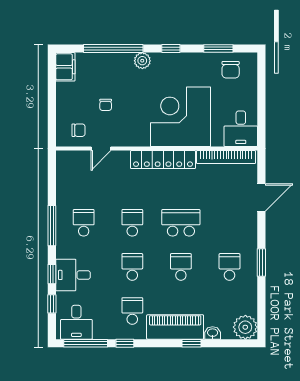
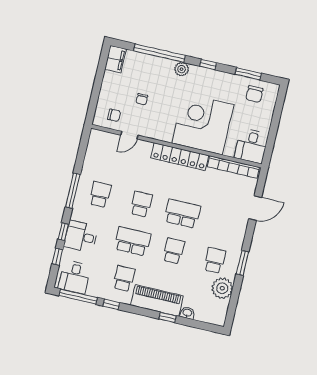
school desk: (132, 267) -> (133, 241), width x1.85
plant: (245, 327) -> (222, 288), moved

